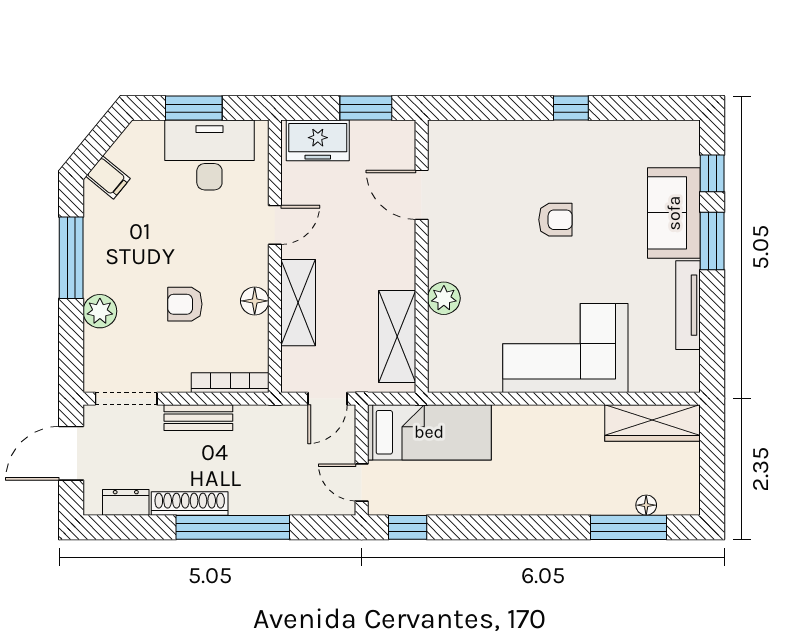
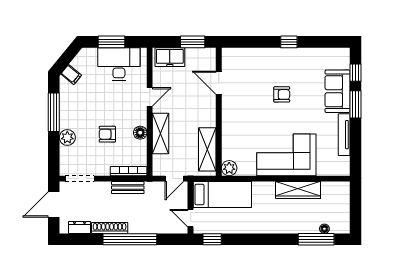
plant: (444, 298) -> (229, 168), moved
bench: (198, 418) -> (128, 188), moved
wardrobe: (652, 423) -> (298, 190), moved

